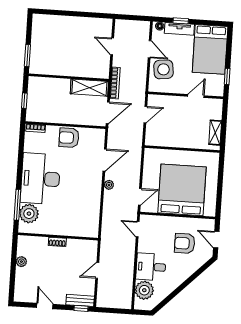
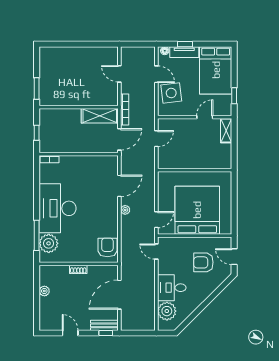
shelving: (215, 133) -> (226, 131), moved
armchair: (69, 138) -> (107, 247), moved, turned 90
door: (97, 270) -> (119, 295), width x1.88

